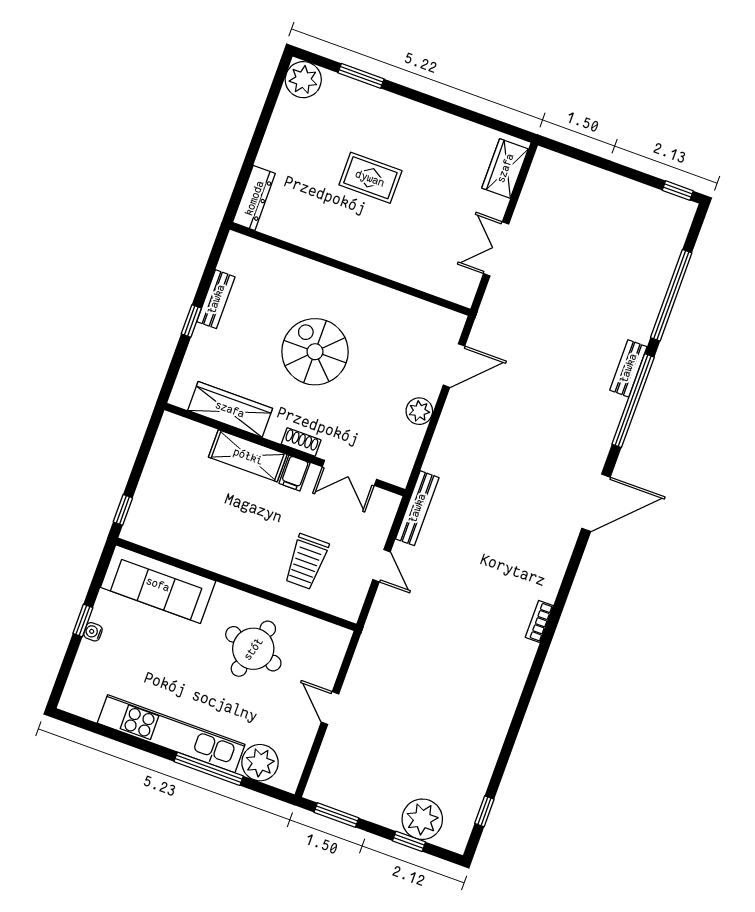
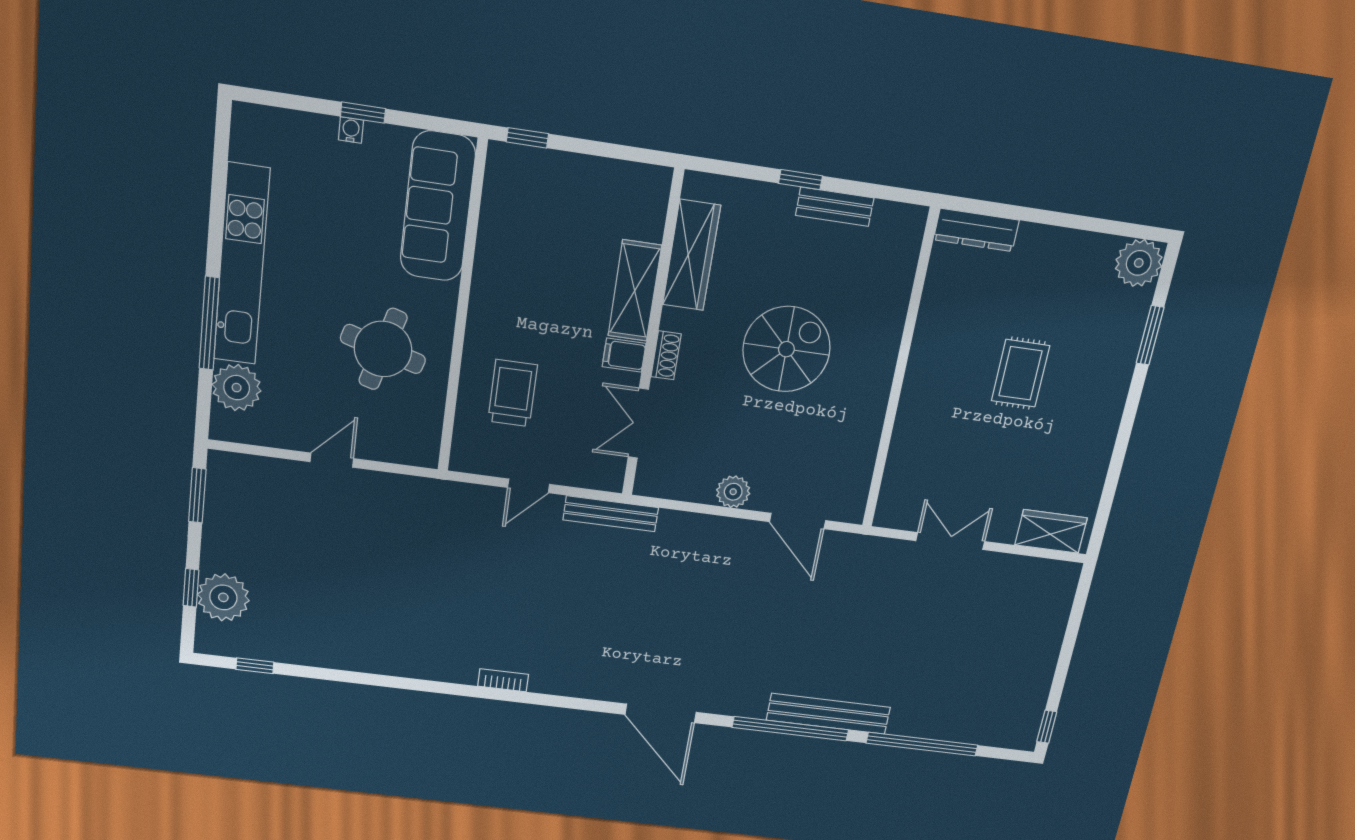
bench: (628, 368) -> (828, 714), width x1.86, depth x1.21
trolley: (306, 562) -> (513, 393), turned 90

